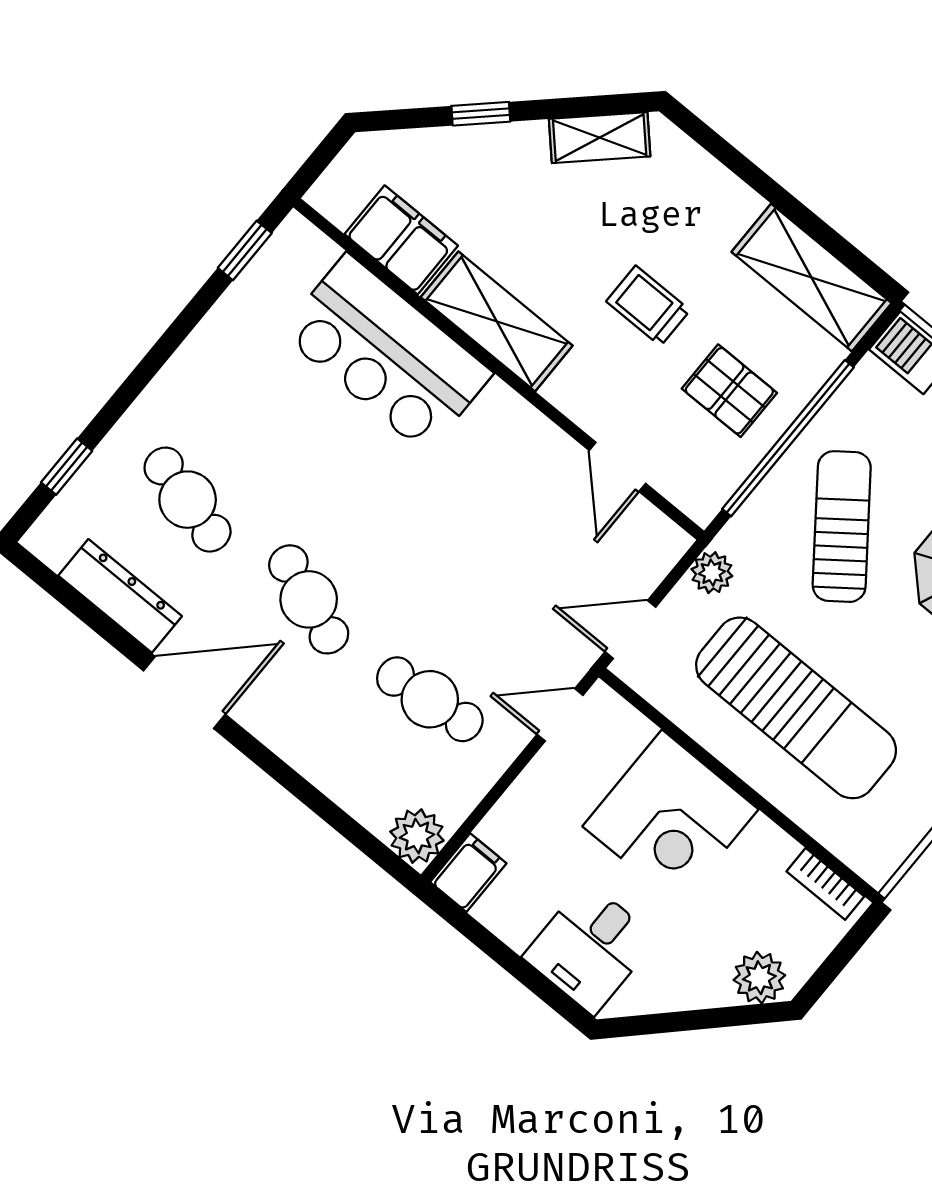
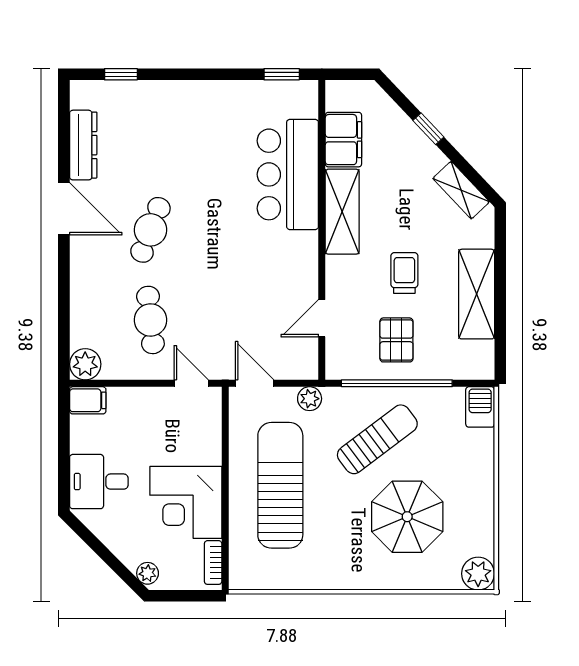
shelving: (812, 277) -> (477, 294), moved
cafe table: (188, 500) -> (150, 140), removed
sun lounger: (796, 708) -> (280, 485), turned 180
corner desk: (670, 818) -> (186, 502), moved
plant: (759, 978) -> (148, 573), width x0.73, depth x0.73

